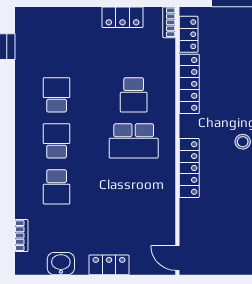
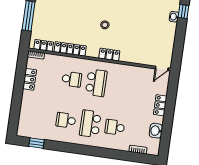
school desk: (57, 141) -> (90, 124), width x1.85
locker: (189, 168) -> (109, 54), width x0.66
school desk: (57, 187) -> (115, 127), turned 180

